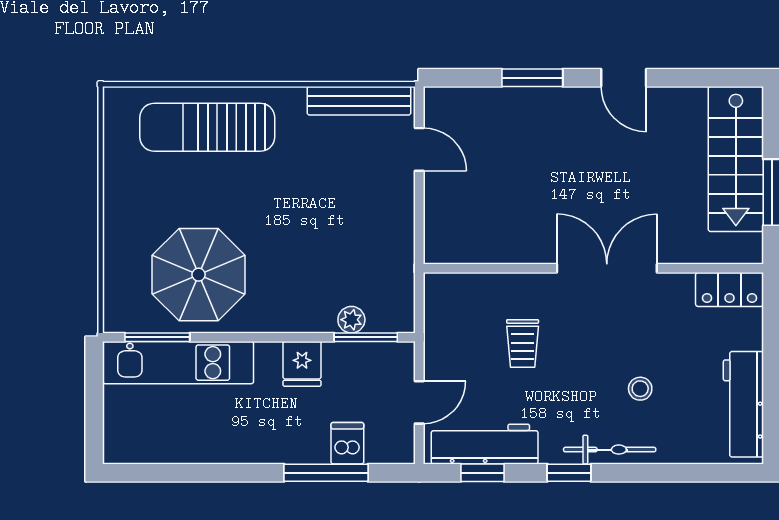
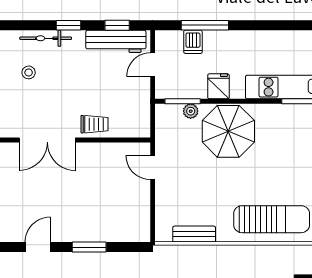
door: (624, 78) -> (38, 247), hinge flipped
bench: (359, 101) -> (194, 234), width x0.73
door: (419, 149) -> (153, 168), moved
parasol: (199, 275) -> (228, 131), moved
trolley: (523, 343) -> (95, 124), moved, turned 90

